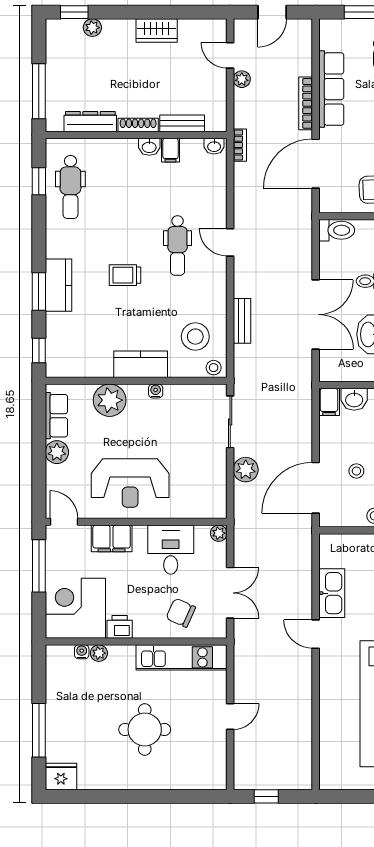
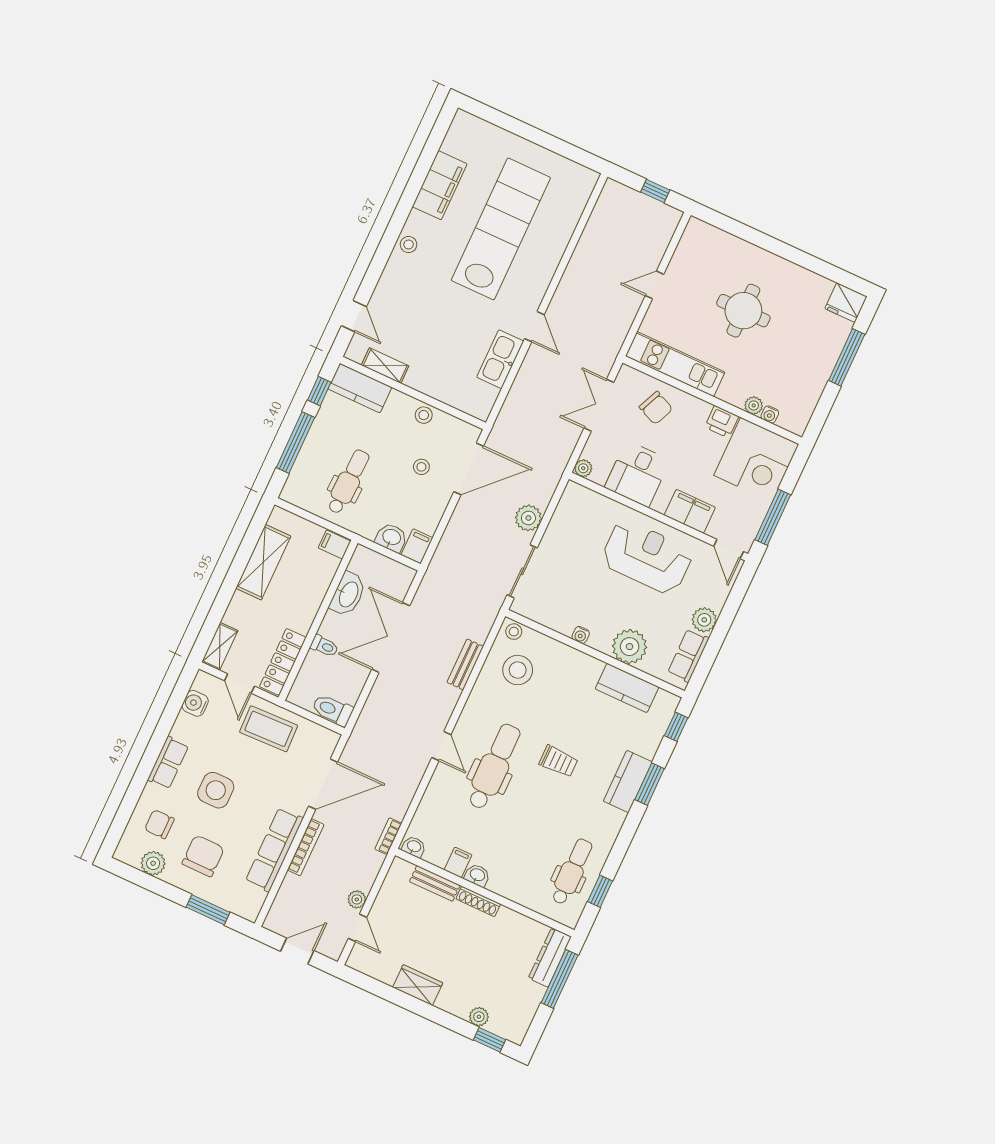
dresser: (90, 122) -> (550, 957), moved, turned 90
dental chair: (178, 246) -> (494, 767), width x1.36, depth x1.38
kitchen counter: (141, 364) -> (627, 688), moved

